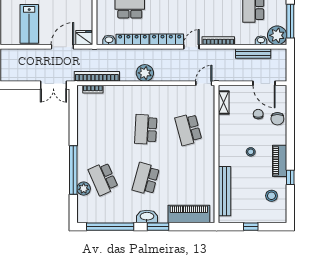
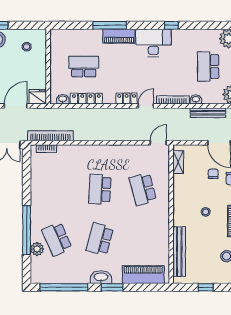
locker: (167, 39) -> (127, 98), width x0.66
washbasin: (261, 40) -> (196, 99), moved
plant: (145, 73) -> (99, 132), removed

